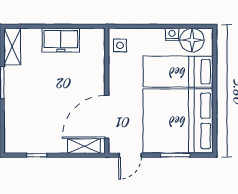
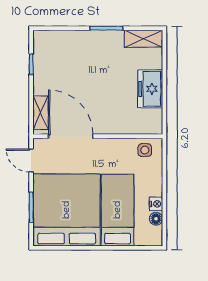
floor lamp: (192, 40) -> (156, 219), width x0.53, depth x0.53

